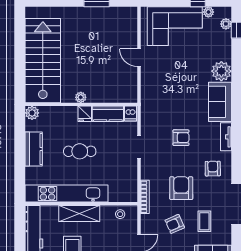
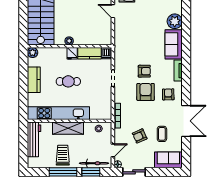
armchair: (181, 188) -> (146, 92), moved

